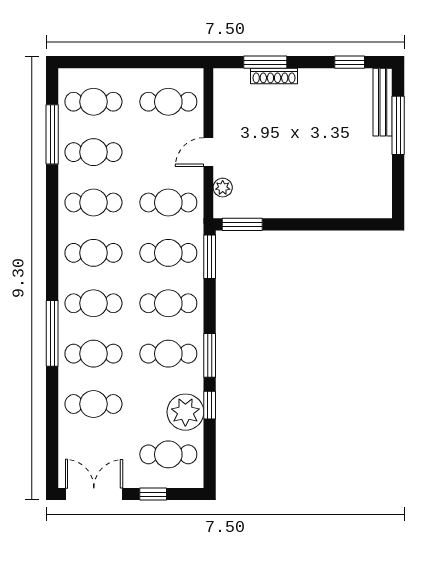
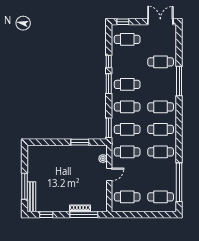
window: (265, 62) -> (84, 215), width x1.44
window: (52, 134) -> (179, 182), width x1.46
cafe table: (93, 152) -> (161, 174), removed
window: (242, 224) -> (80, 142), moved
window: (52, 333) -> (179, 81), moved
cafe table: (93, 354) -> (161, 84), removed
plant: (185, 412) -> (120, 58), removed
double door: (94, 494) -> (160, 22), swing flipped
window: (153, 494) -> (123, 22), moved

